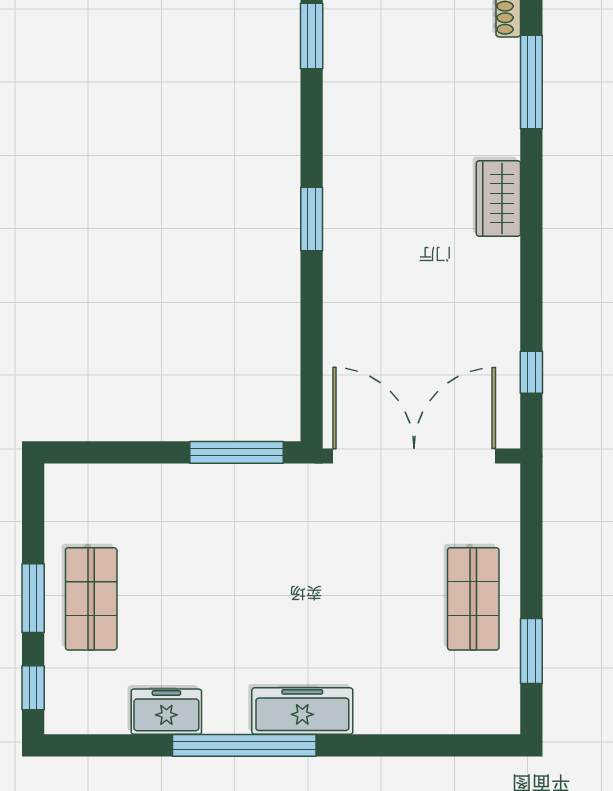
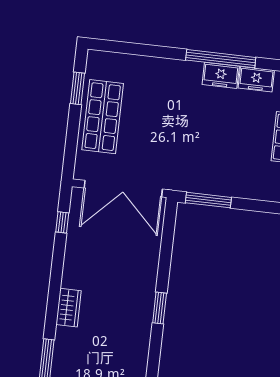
shop shelf: (473, 599) -> (103, 117), width x1.43, depth x1.36
freezer: (302, 711) -> (221, 75), moved, width x0.71

